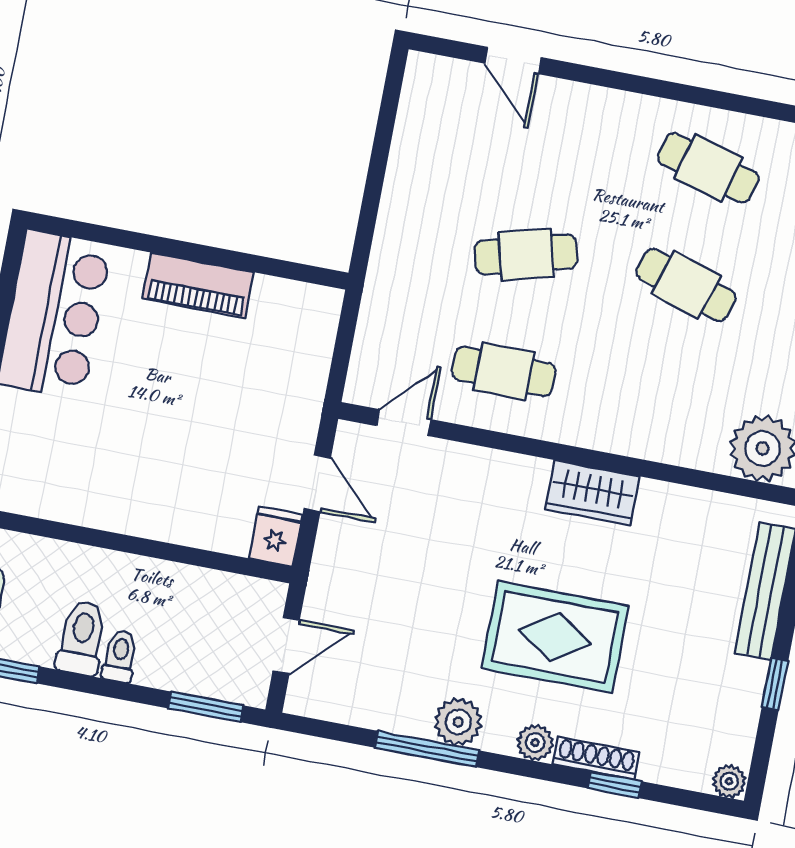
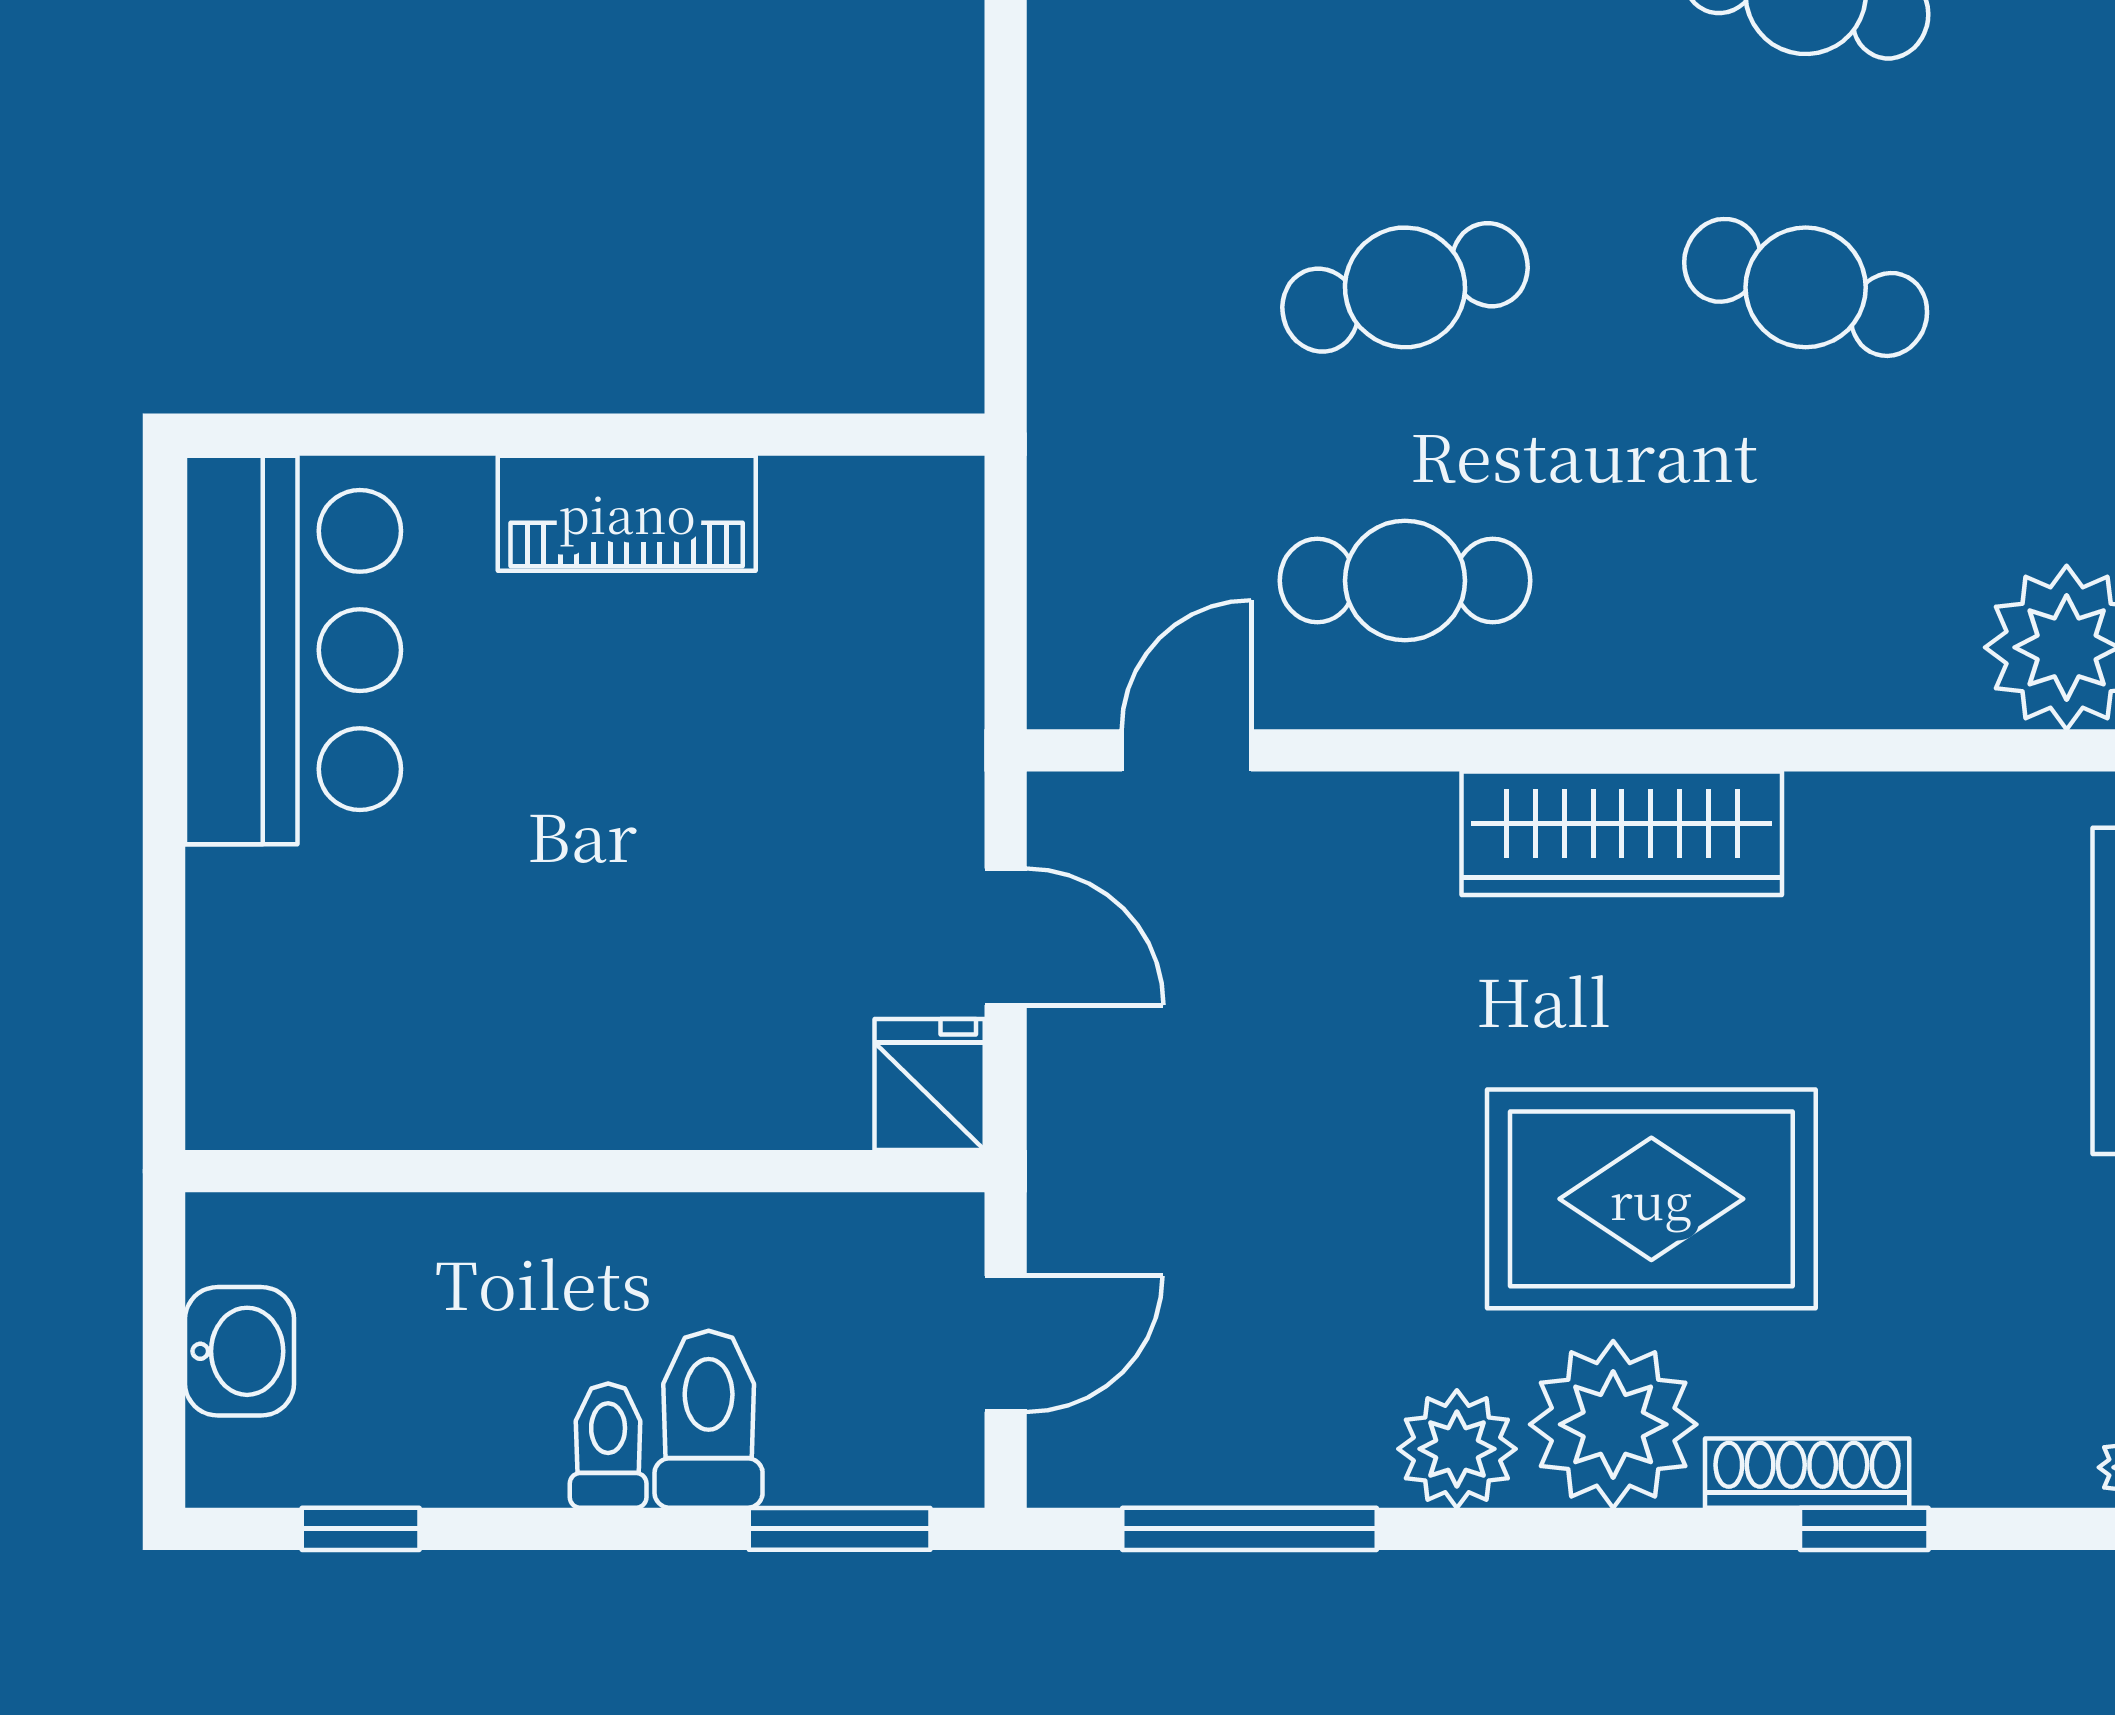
wardrobe: (592, 493) -> (1622, 833), width x1.50
toilet: (82, 638) -> (709, 1419), moved
plant: (535, 743) -> (1613, 1424), width x1.88, depth x1.88
window: (427, 749) -> (1250, 1529), moved

